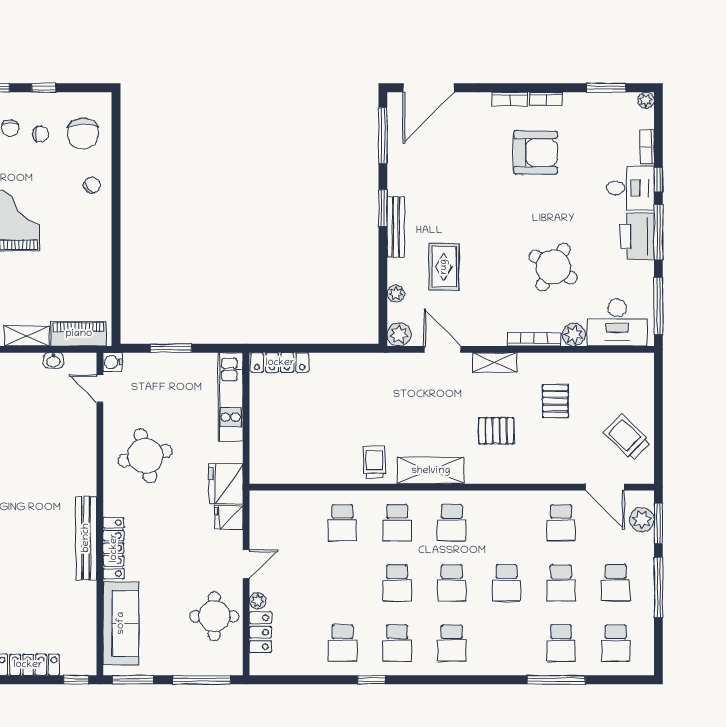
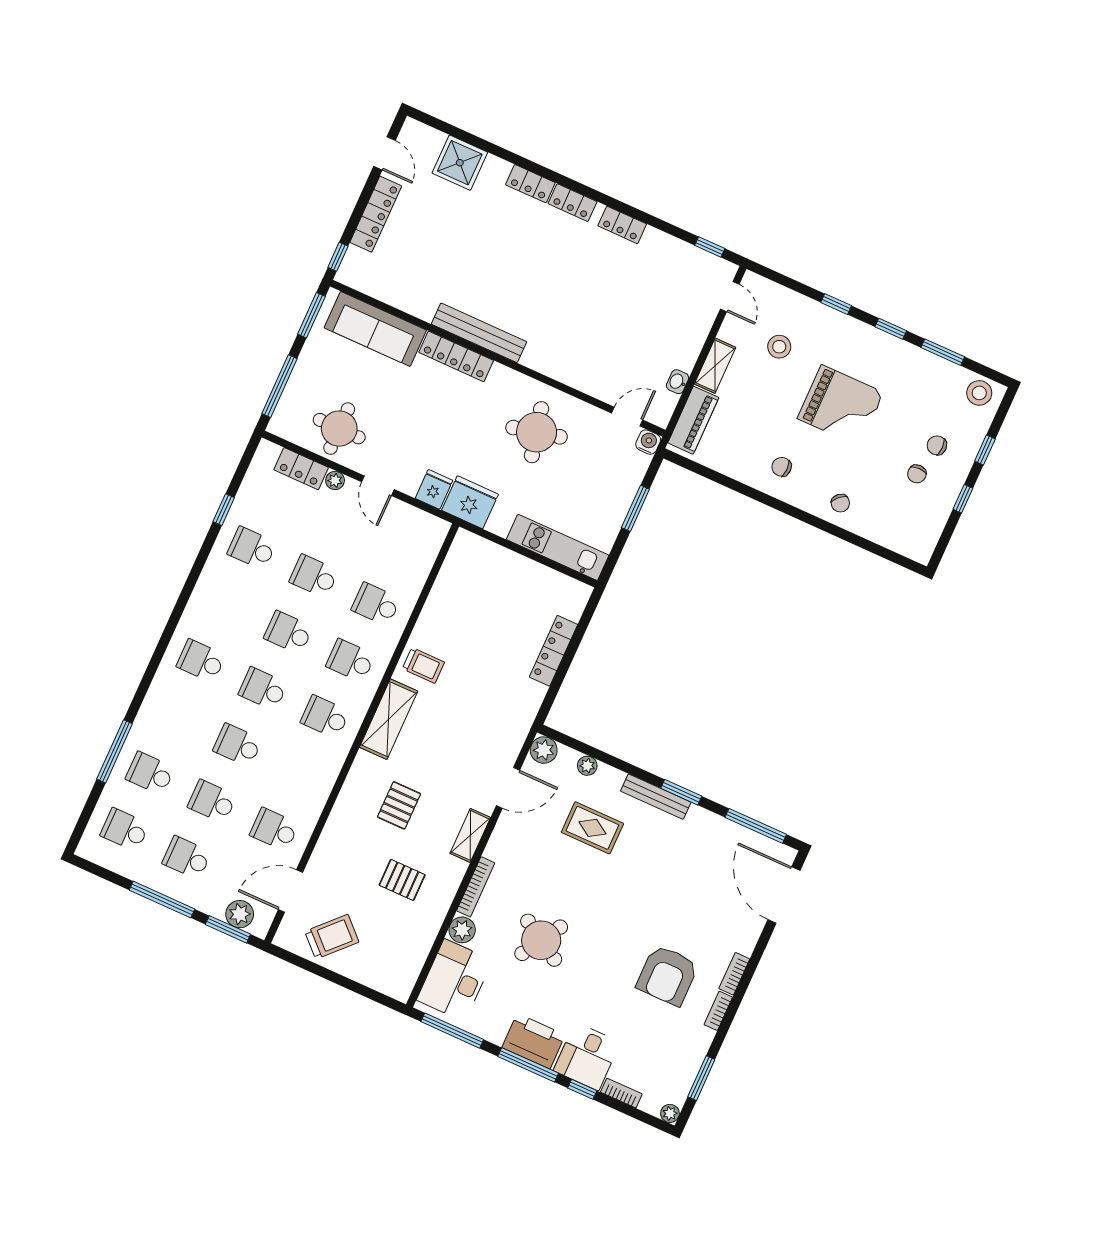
chair: (83, 134) -> (782, 467), moved, width x0.54, depth x0.54
locker: (280, 363) -> (553, 651), moved
school desk: (397, 643) -> (314, 576), moved
window: (371, 680) -> (224, 510), moved

